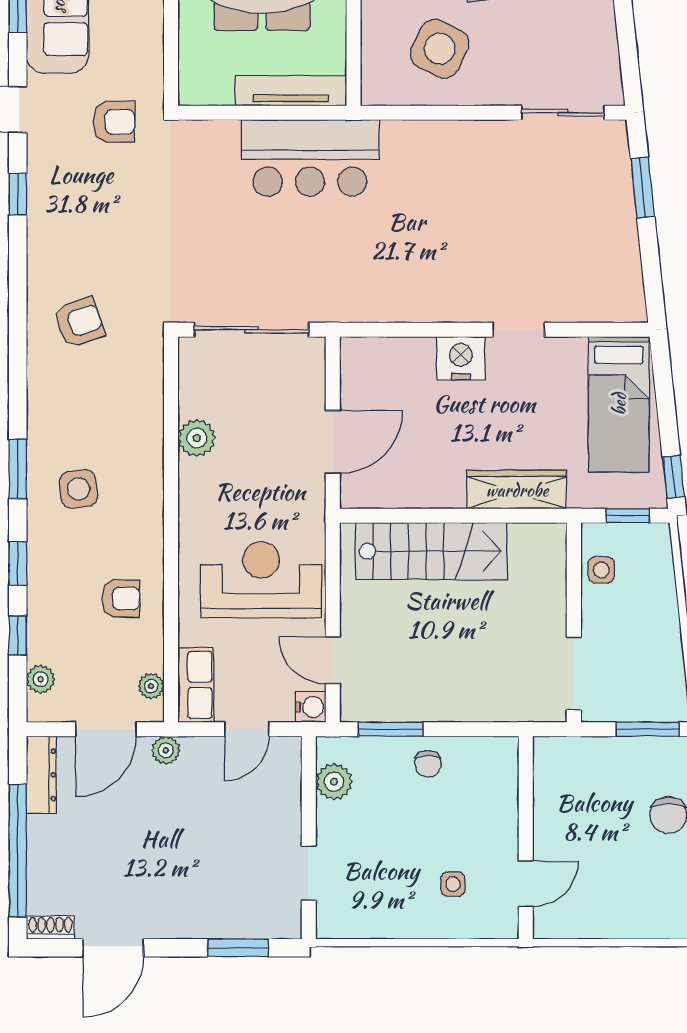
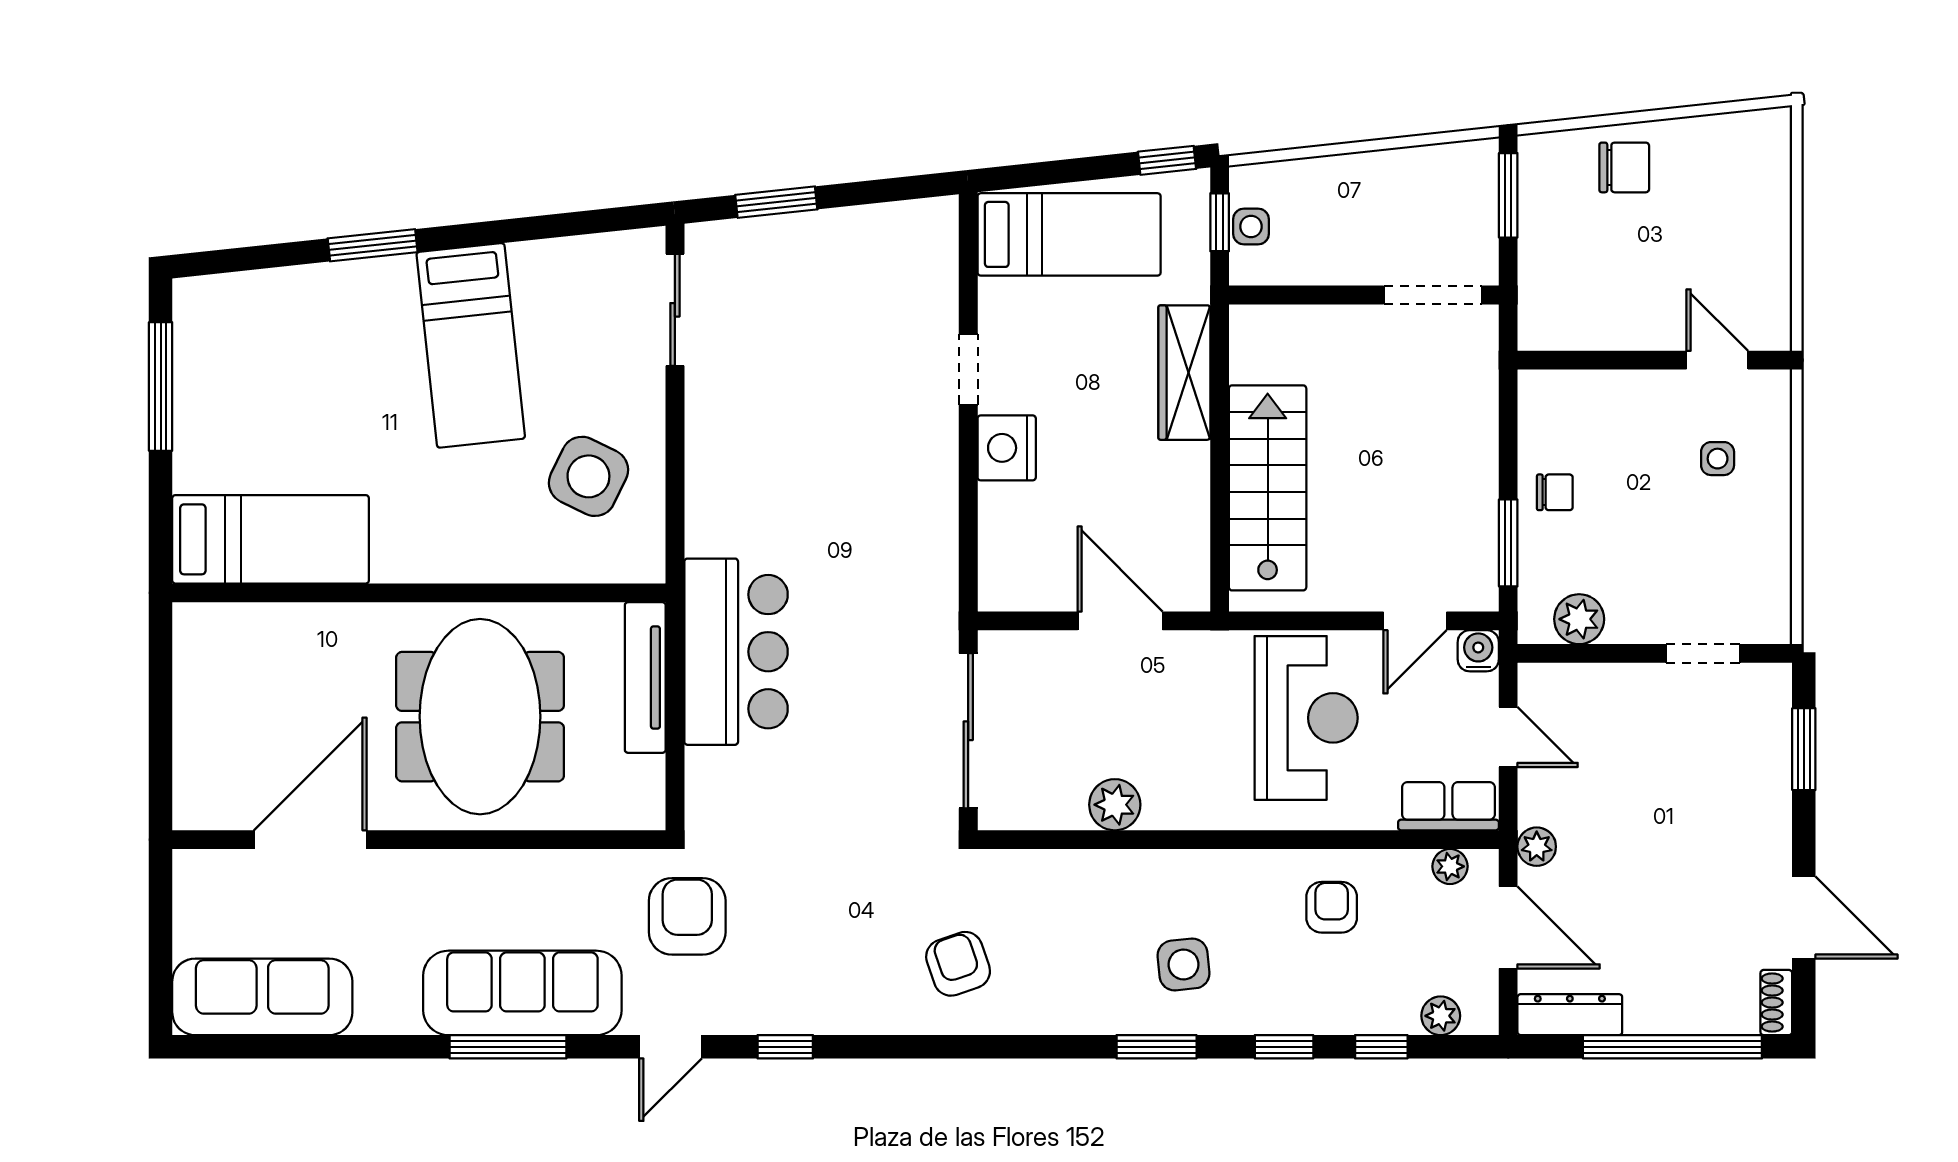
armchair: (114, 122) -> (687, 916), width x1.38, depth x1.38
side table: (601, 570) -> (1251, 226), moved
reception desk: (261, 580) -> (1306, 718), turned 180

